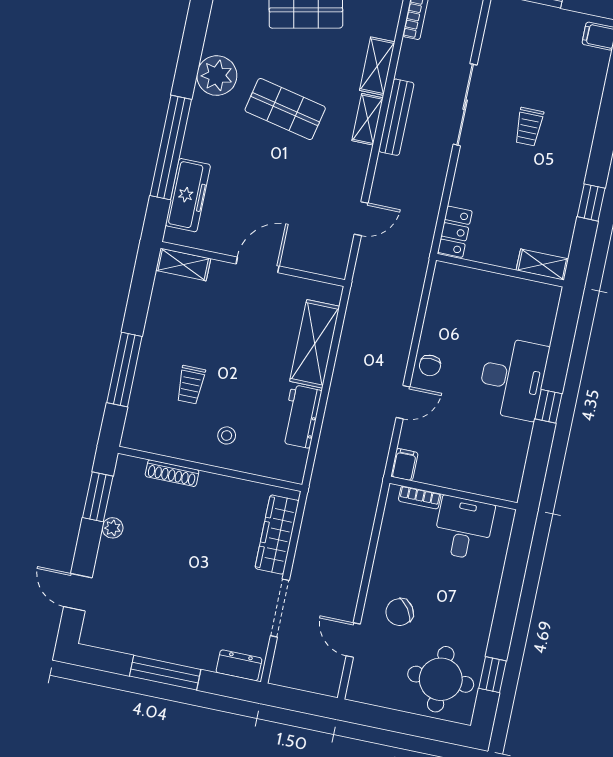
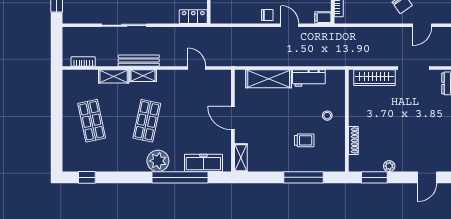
plant: (217, 76) -> (158, 161), moved

